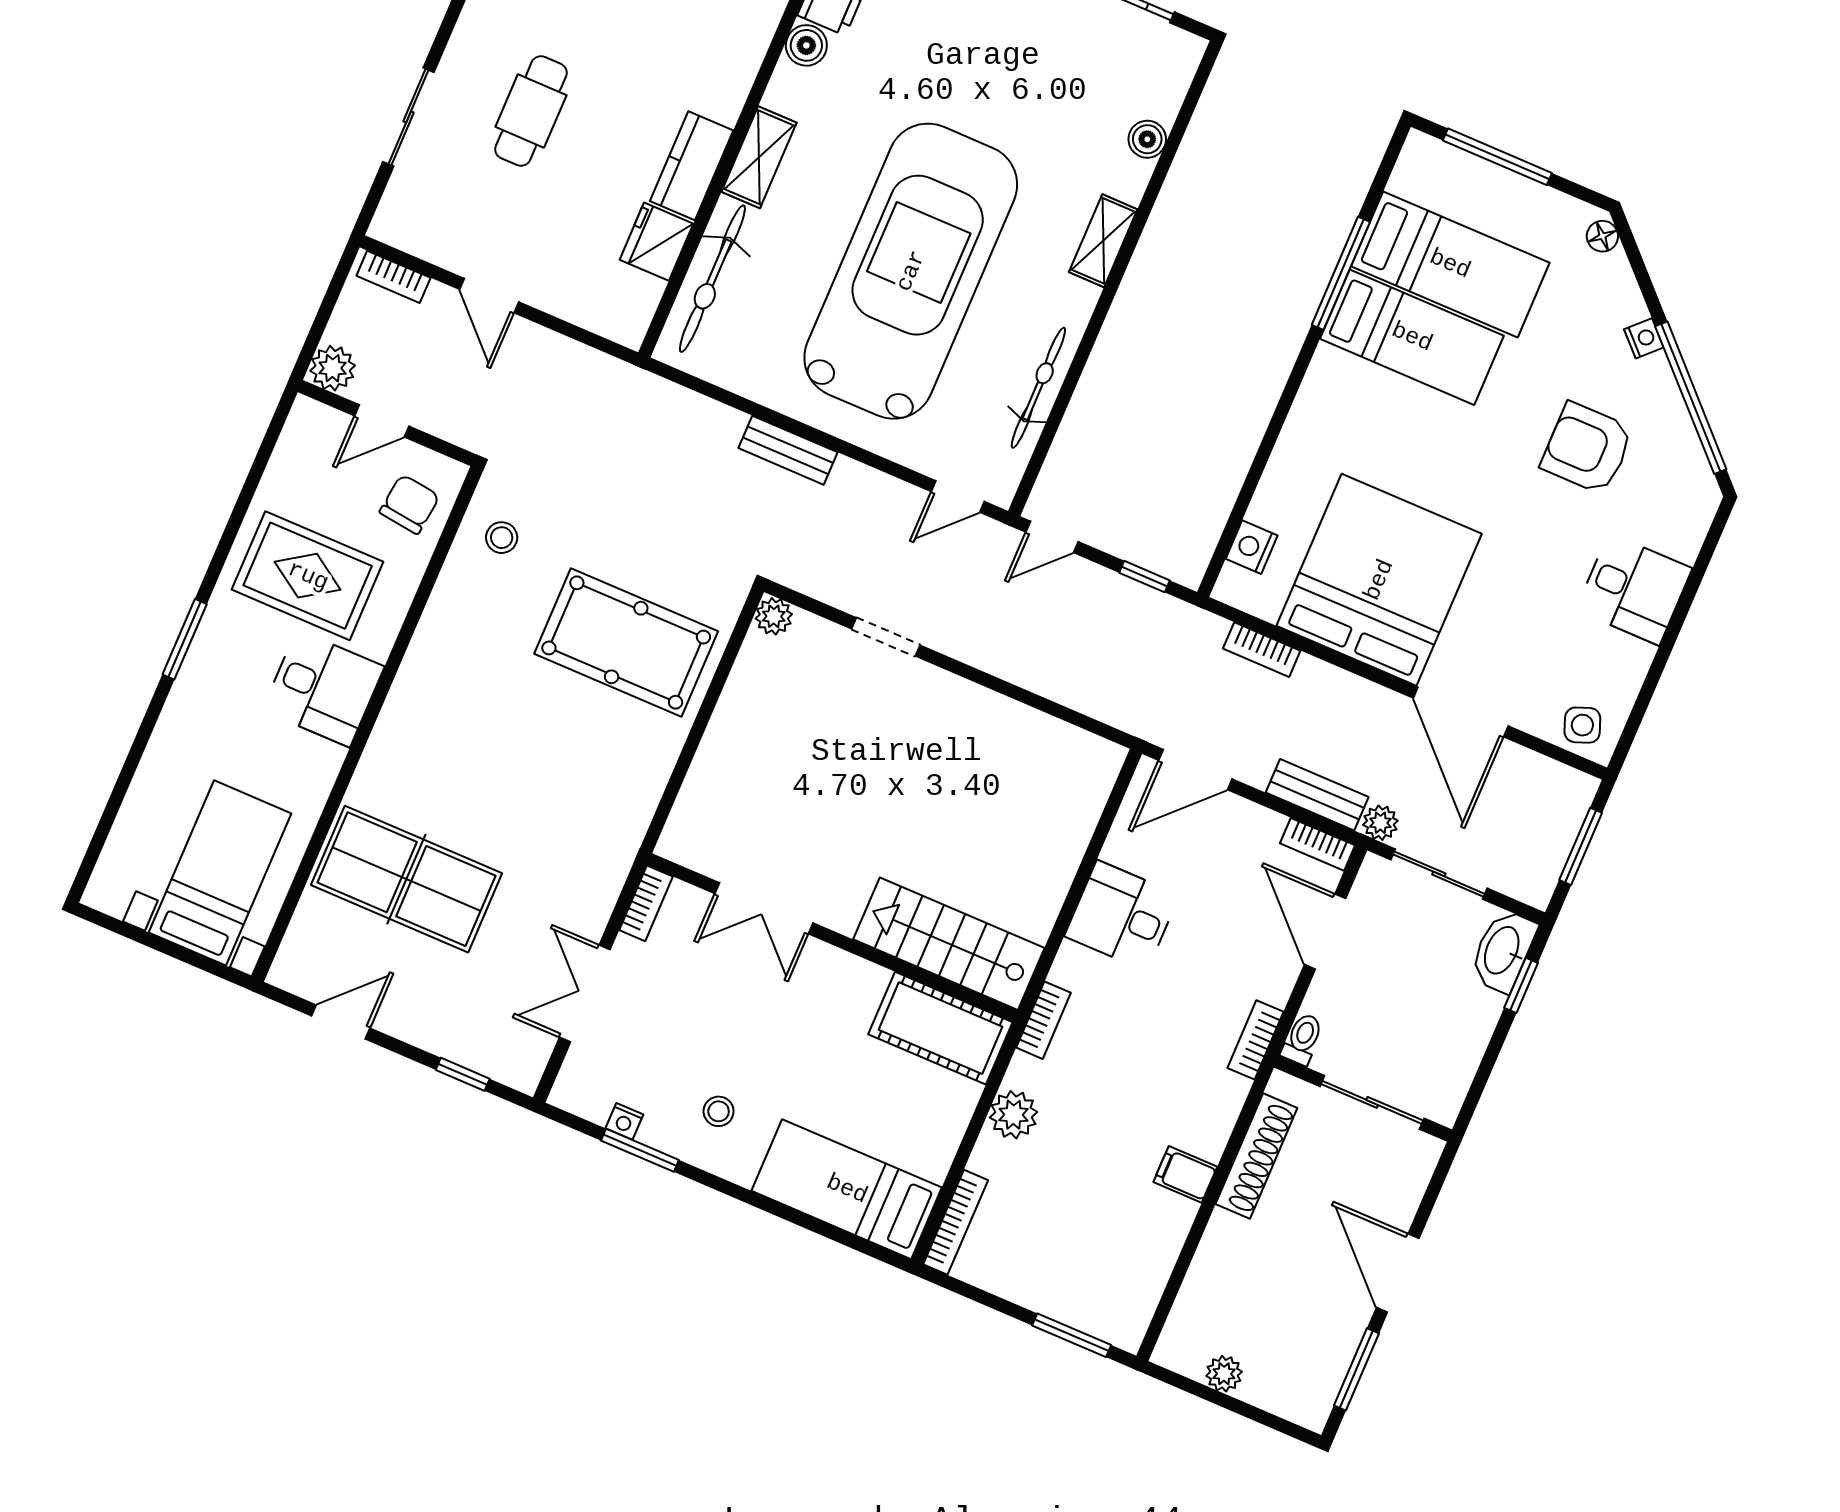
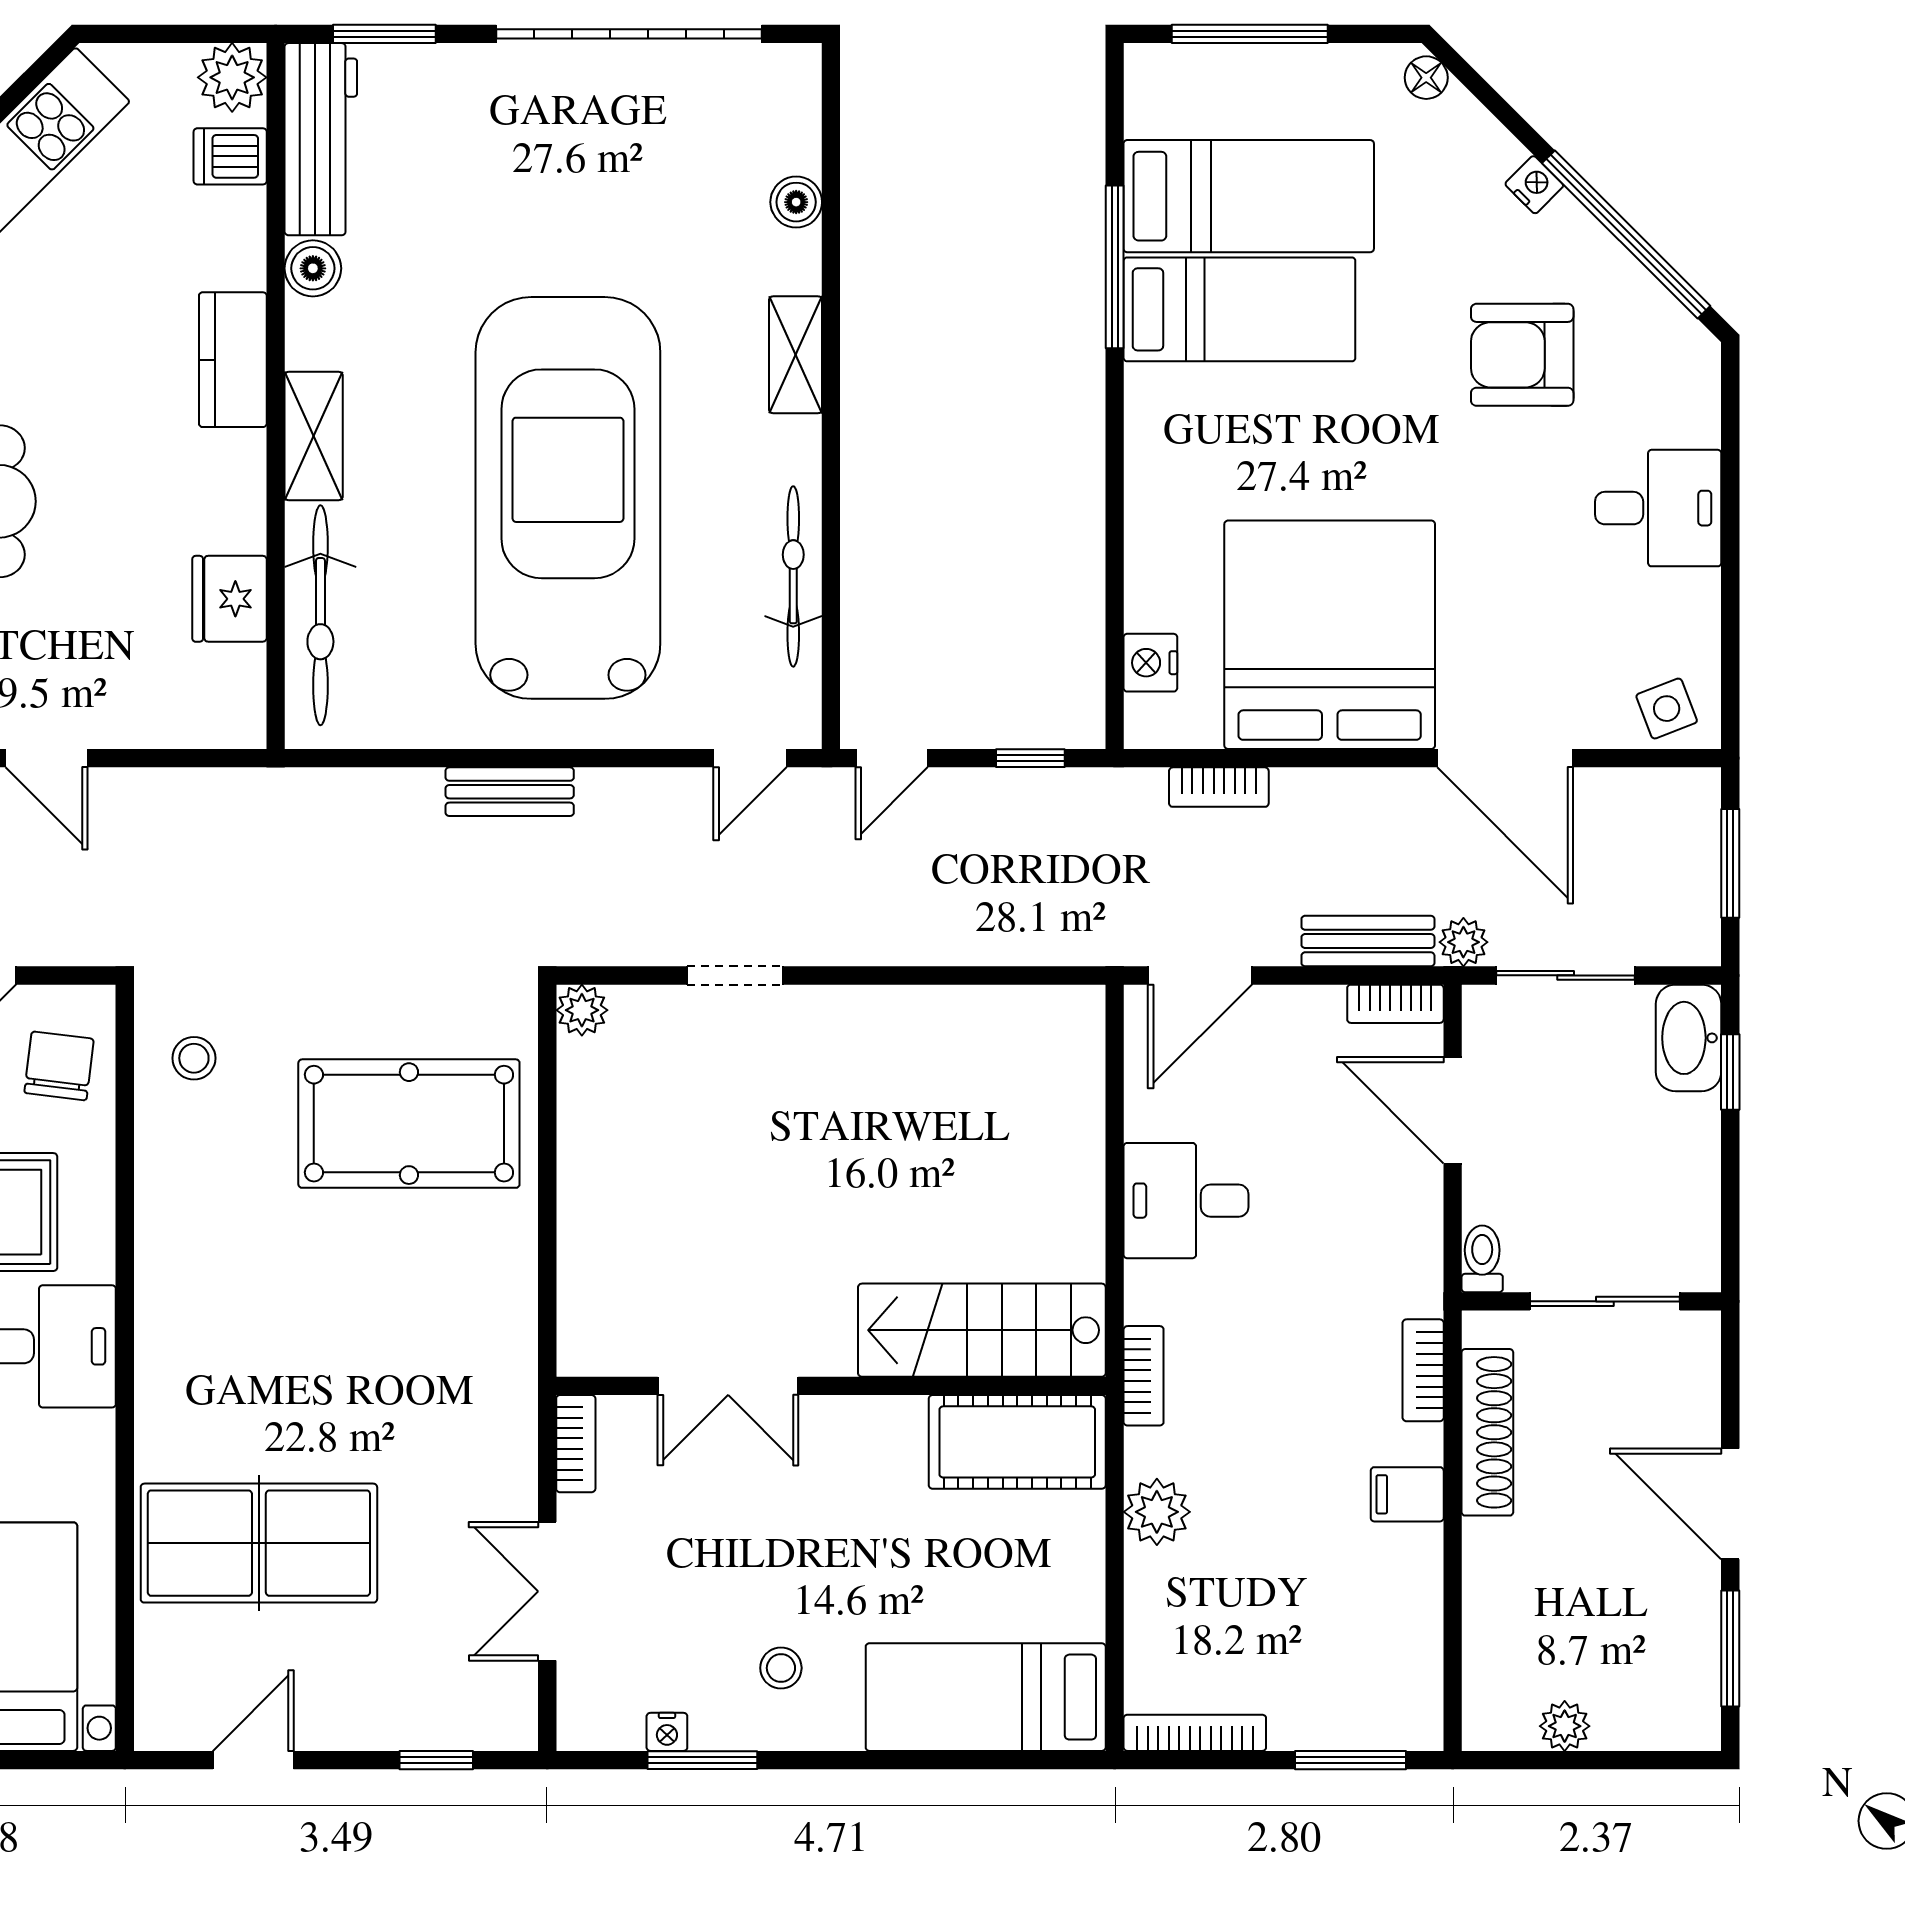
kitchen counter: (692, 166) -> (233, 360), moved
bookcase: (1256, 1040) -> (1423, 1370), moved
bookcase: (956, 1222) -> (1195, 1733), moved, turned -90

